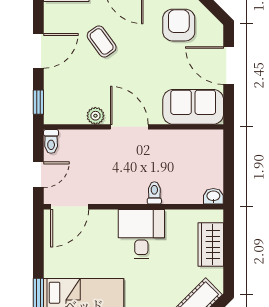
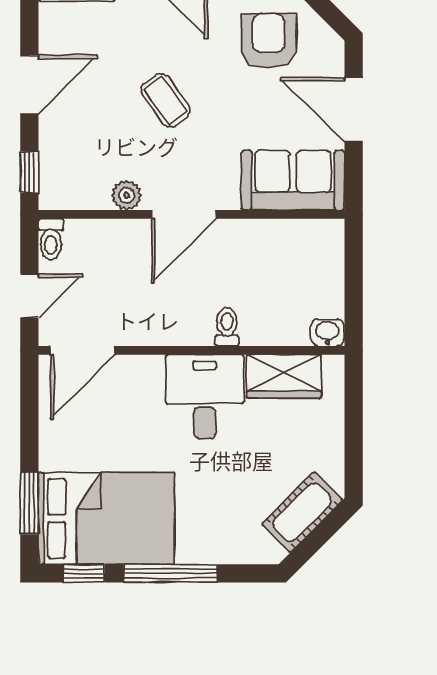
coffee table: (102, 41) -> (165, 101), moved
door: (129, 127) -> (184, 214), swing flipped
wardrobe: (211, 245) -> (284, 376), moved, turned -90

